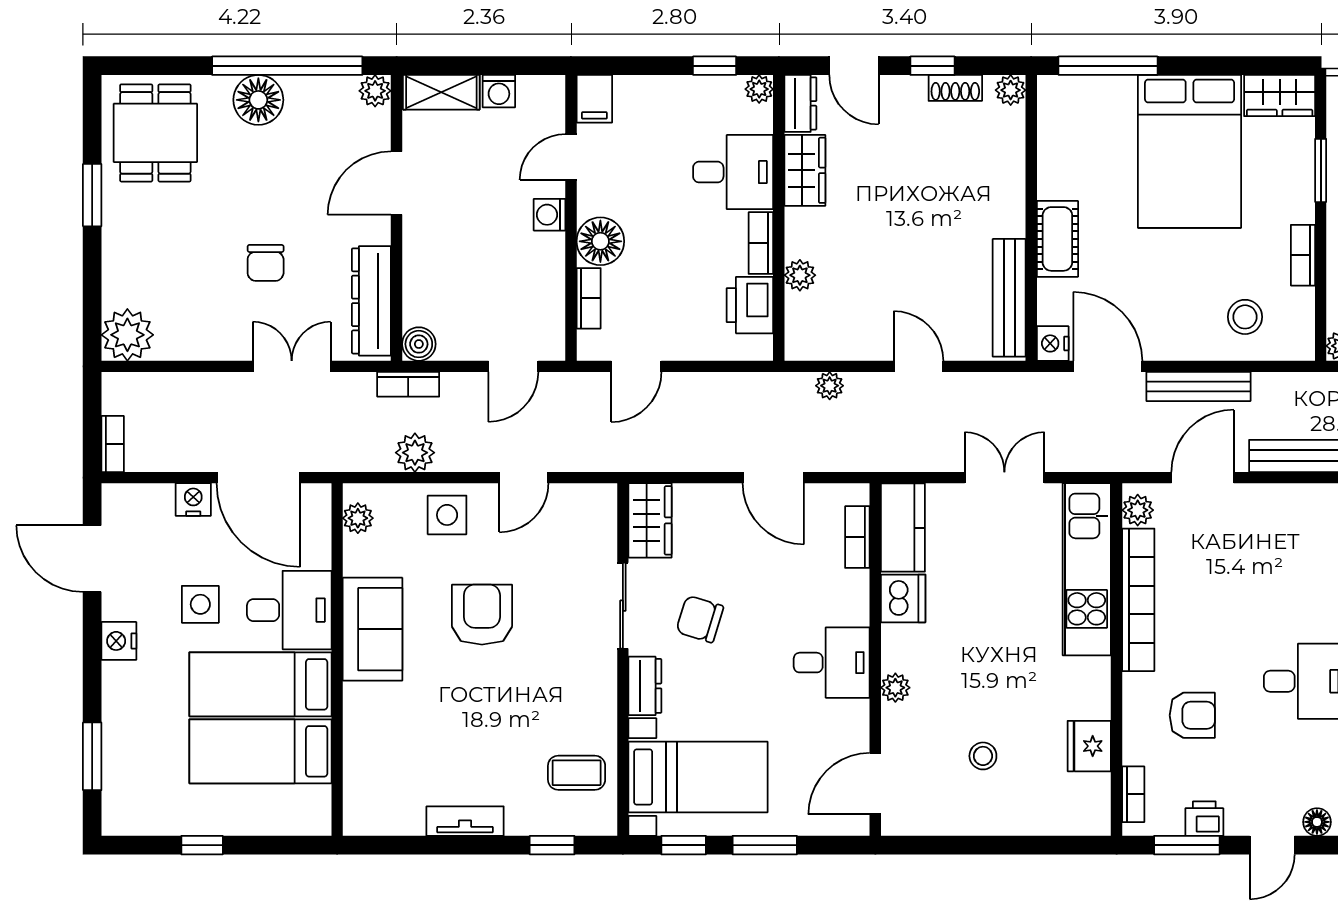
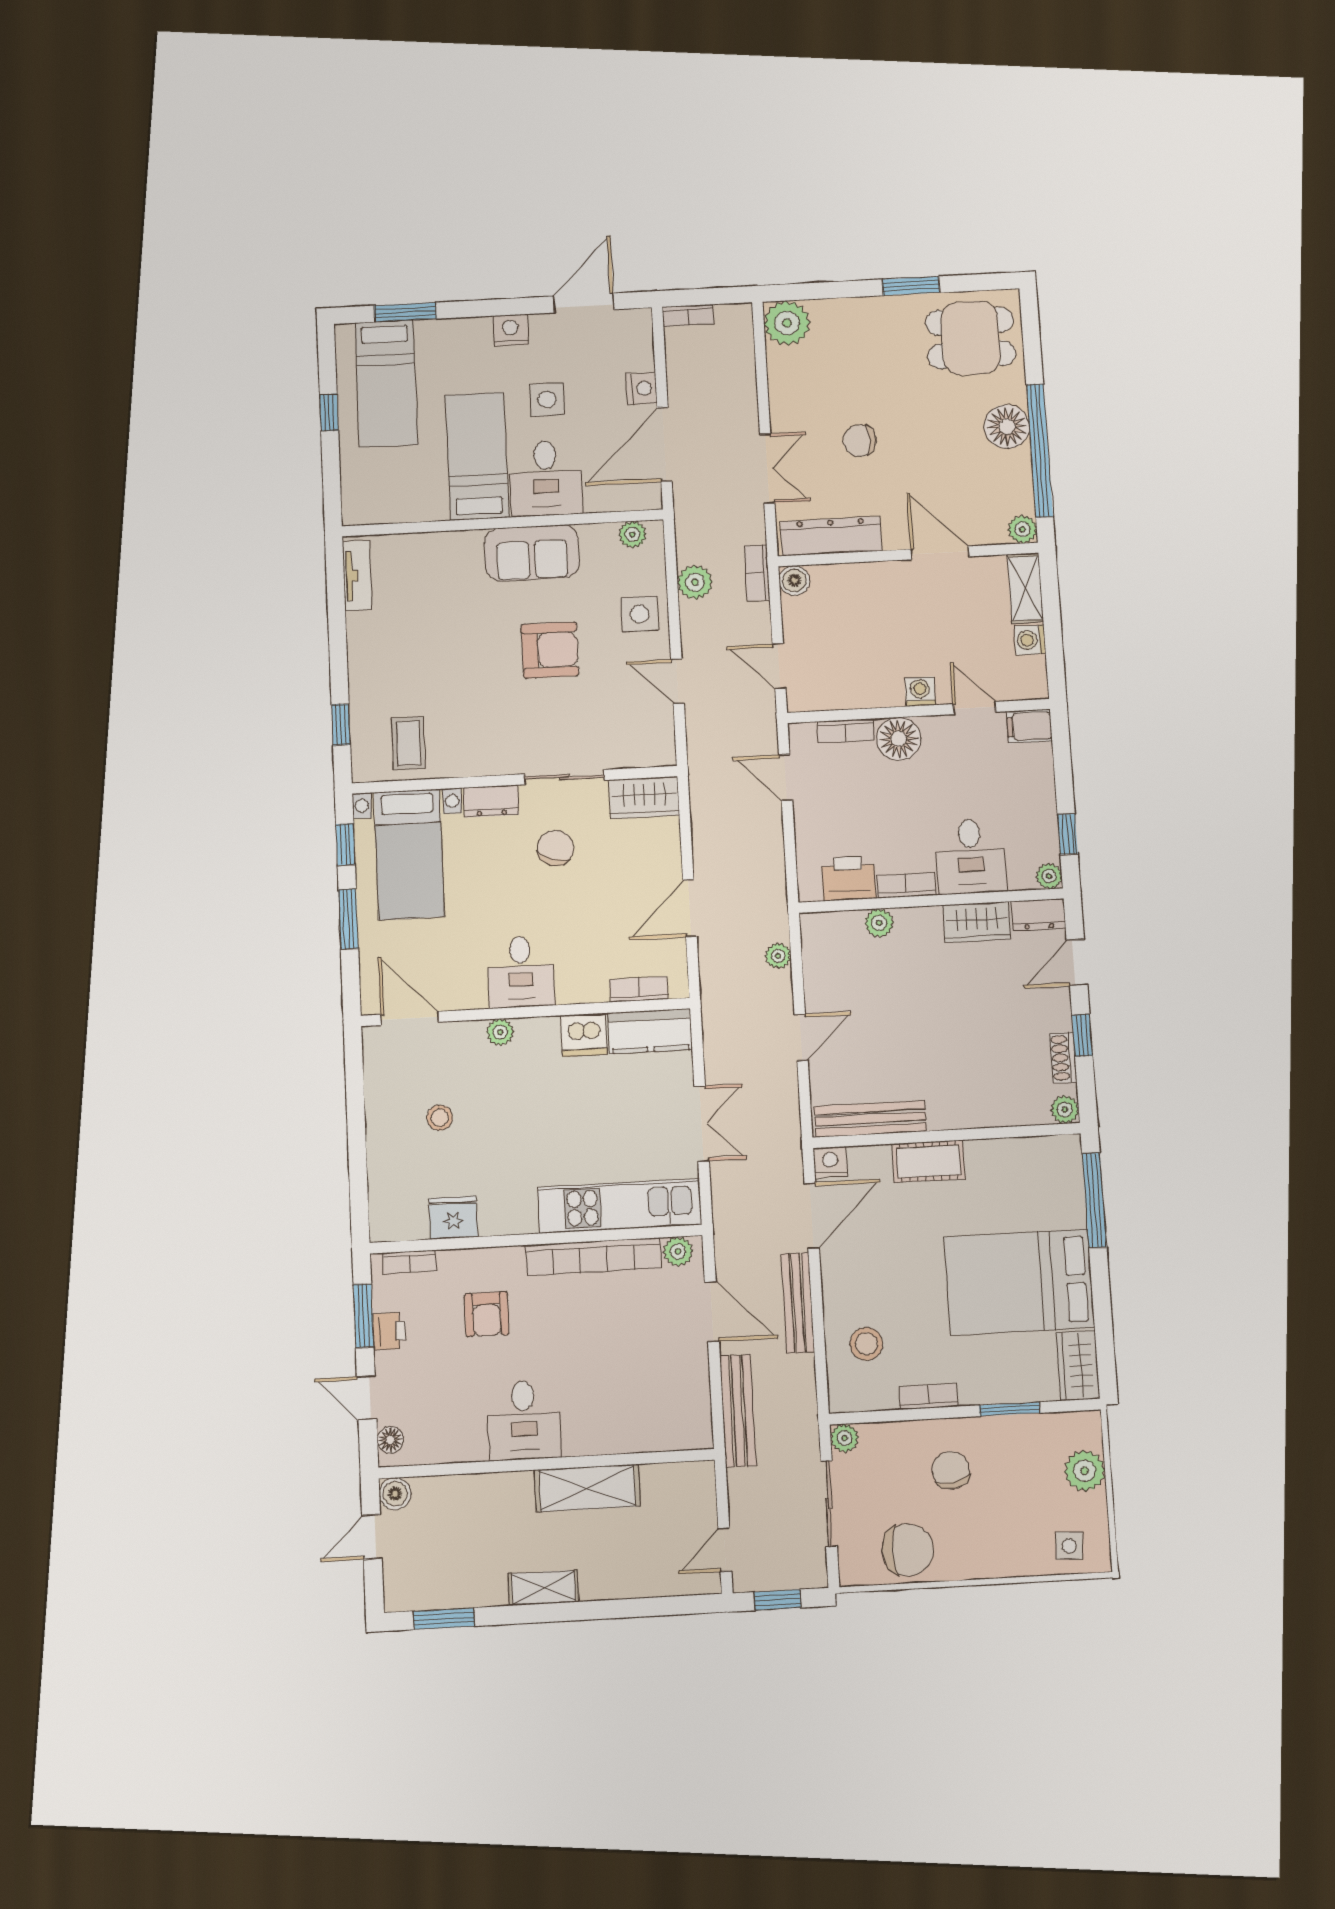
bed: (260, 751) -> (386, 384), moved, turned 180
tv unit: (465, 821) -> (357, 576), moved

